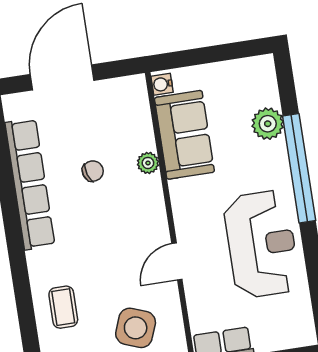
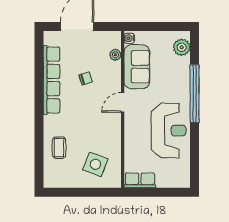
plant: (268, 124) -> (182, 47), moved
plant: (148, 163) -> (115, 55), moved
door: (177, 262) -> (123, 102), moved

